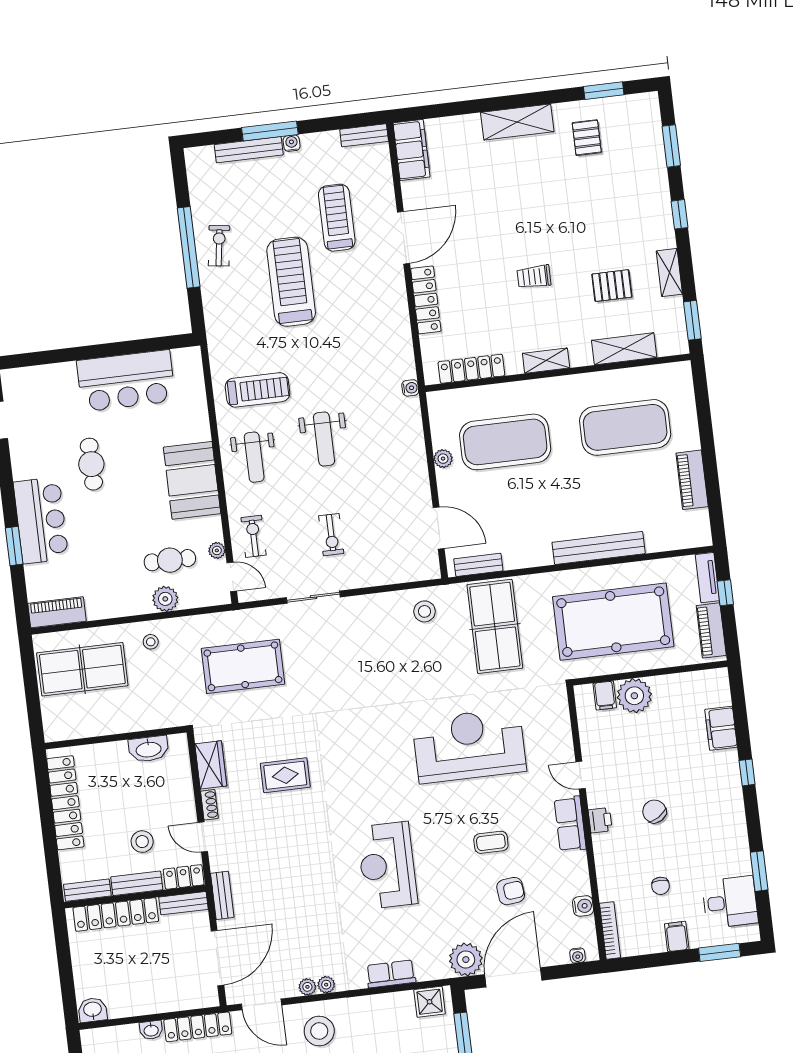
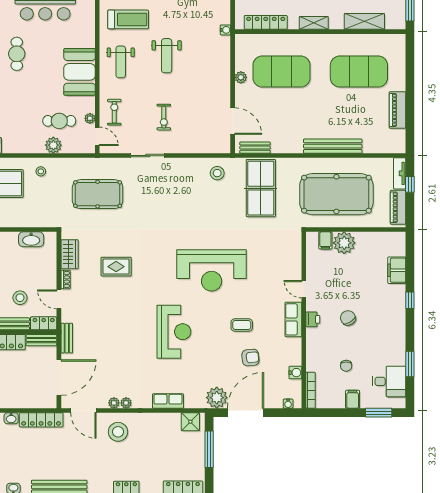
reception desk: (469, 746) -> (212, 270), moved, turned 180
reception desk: (387, 865) -> (174, 332), turned 180

